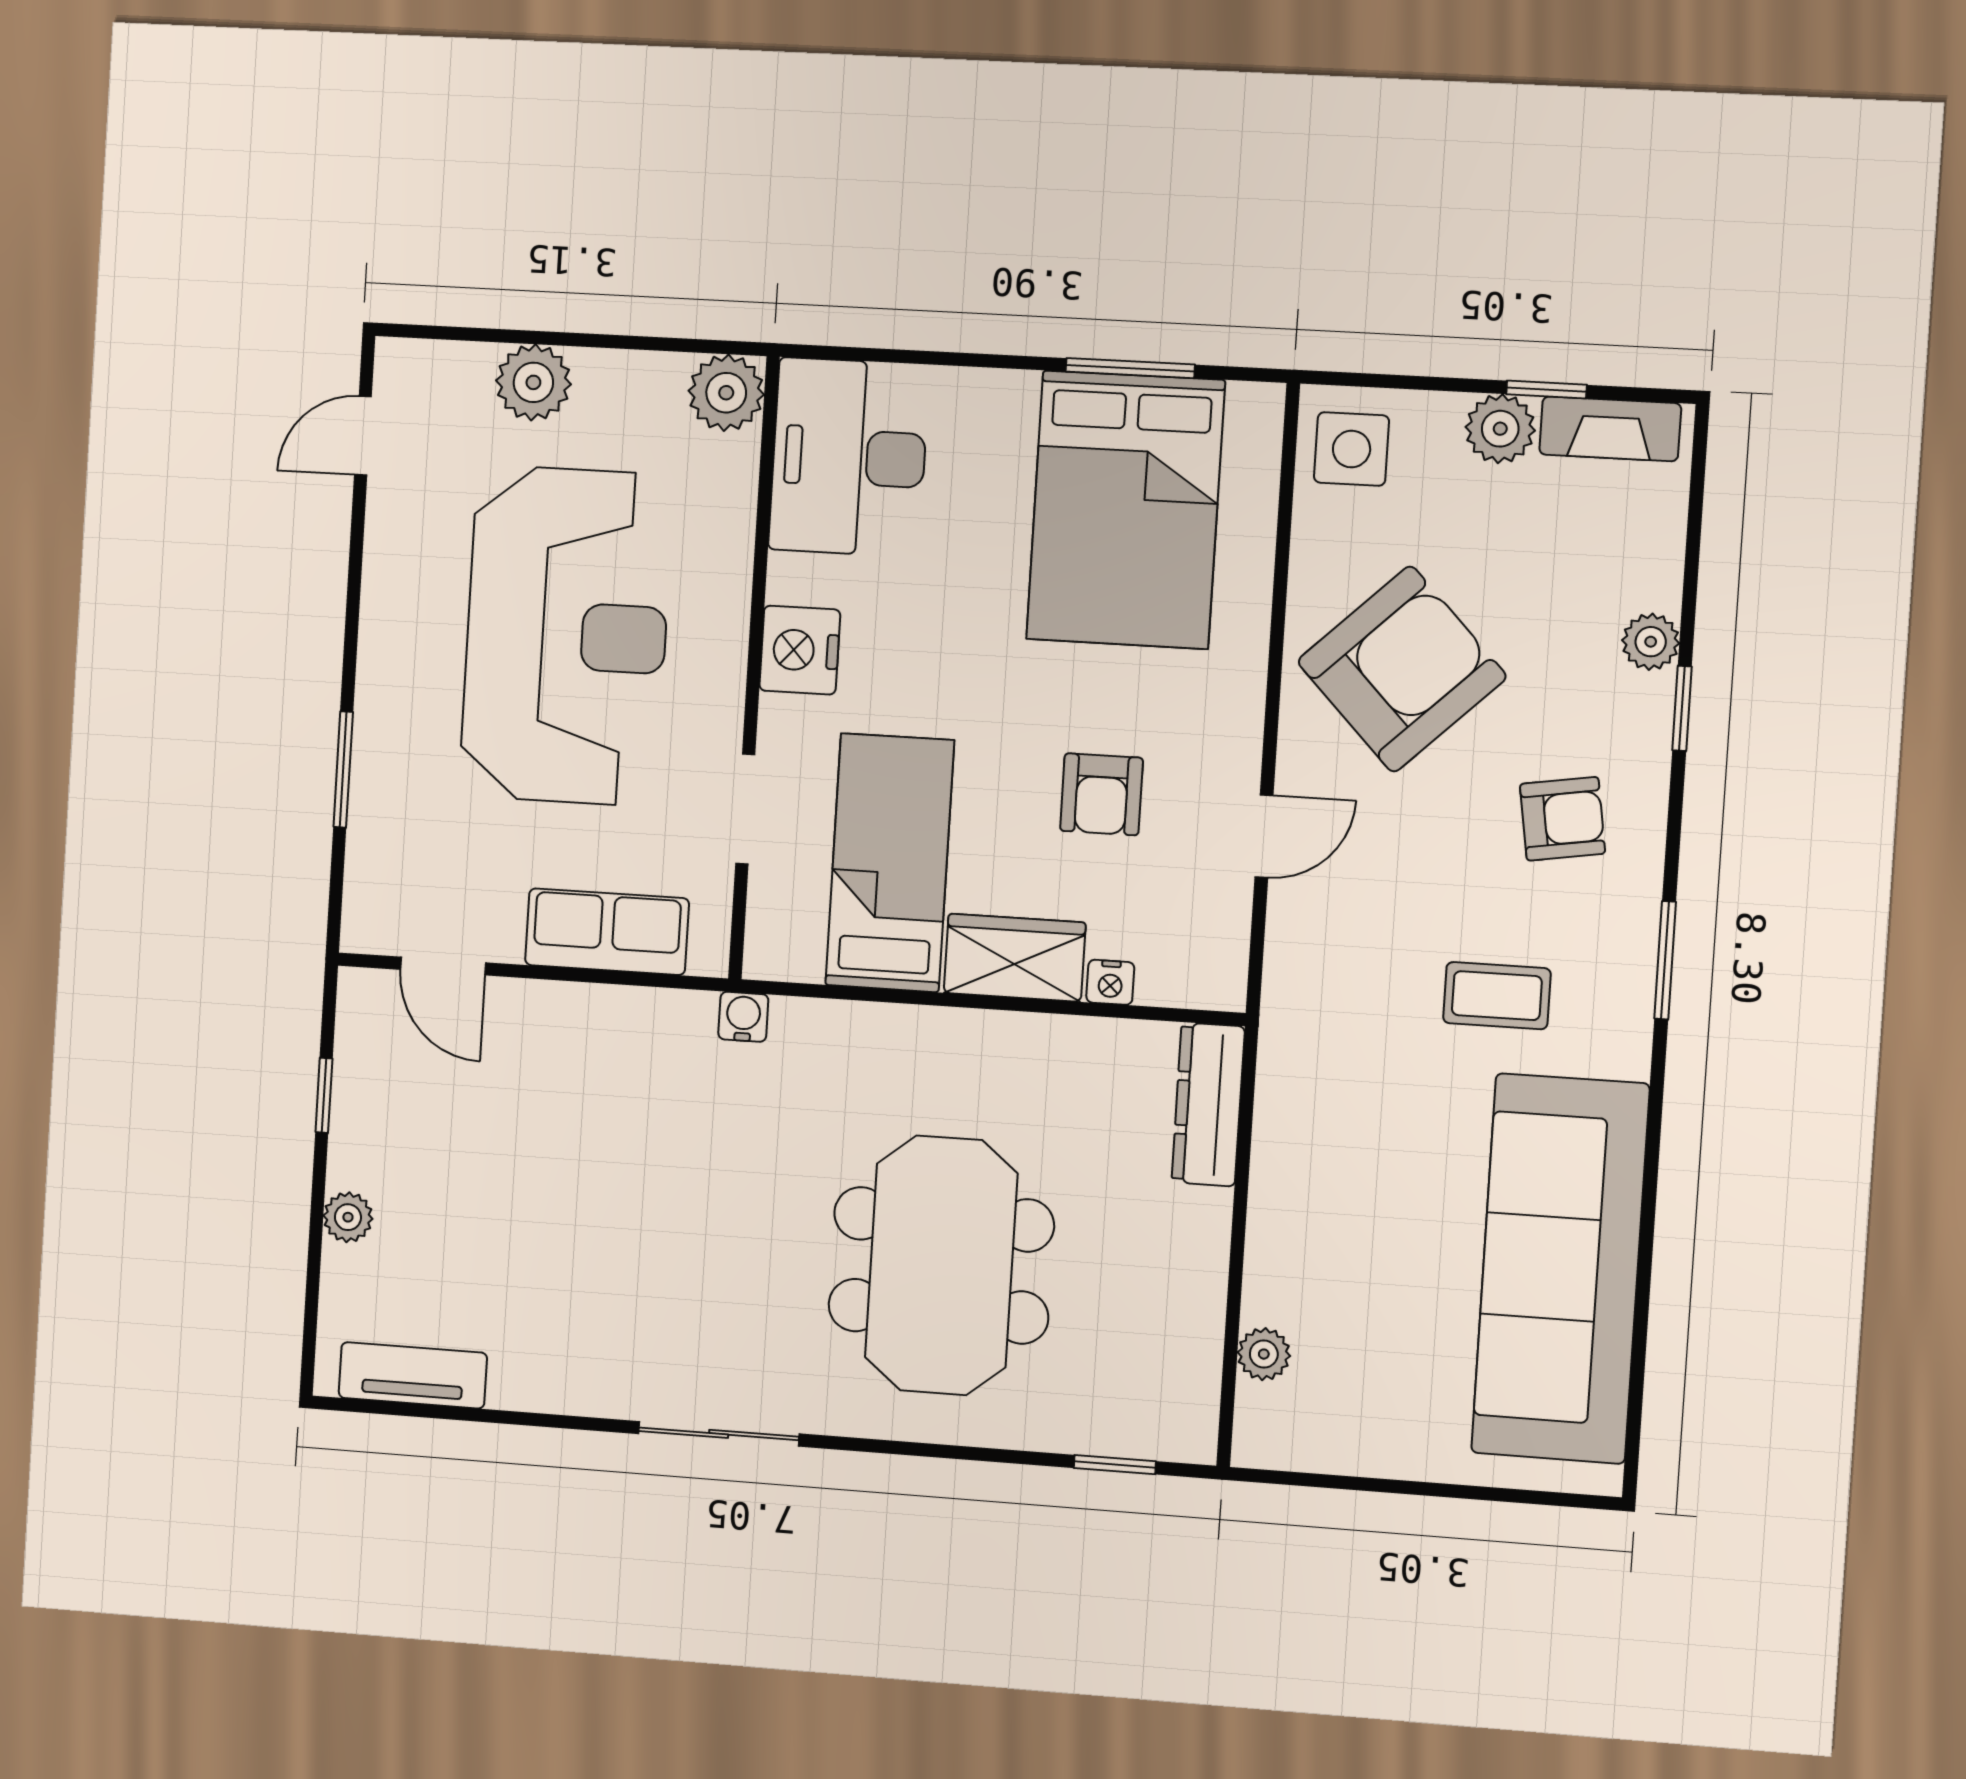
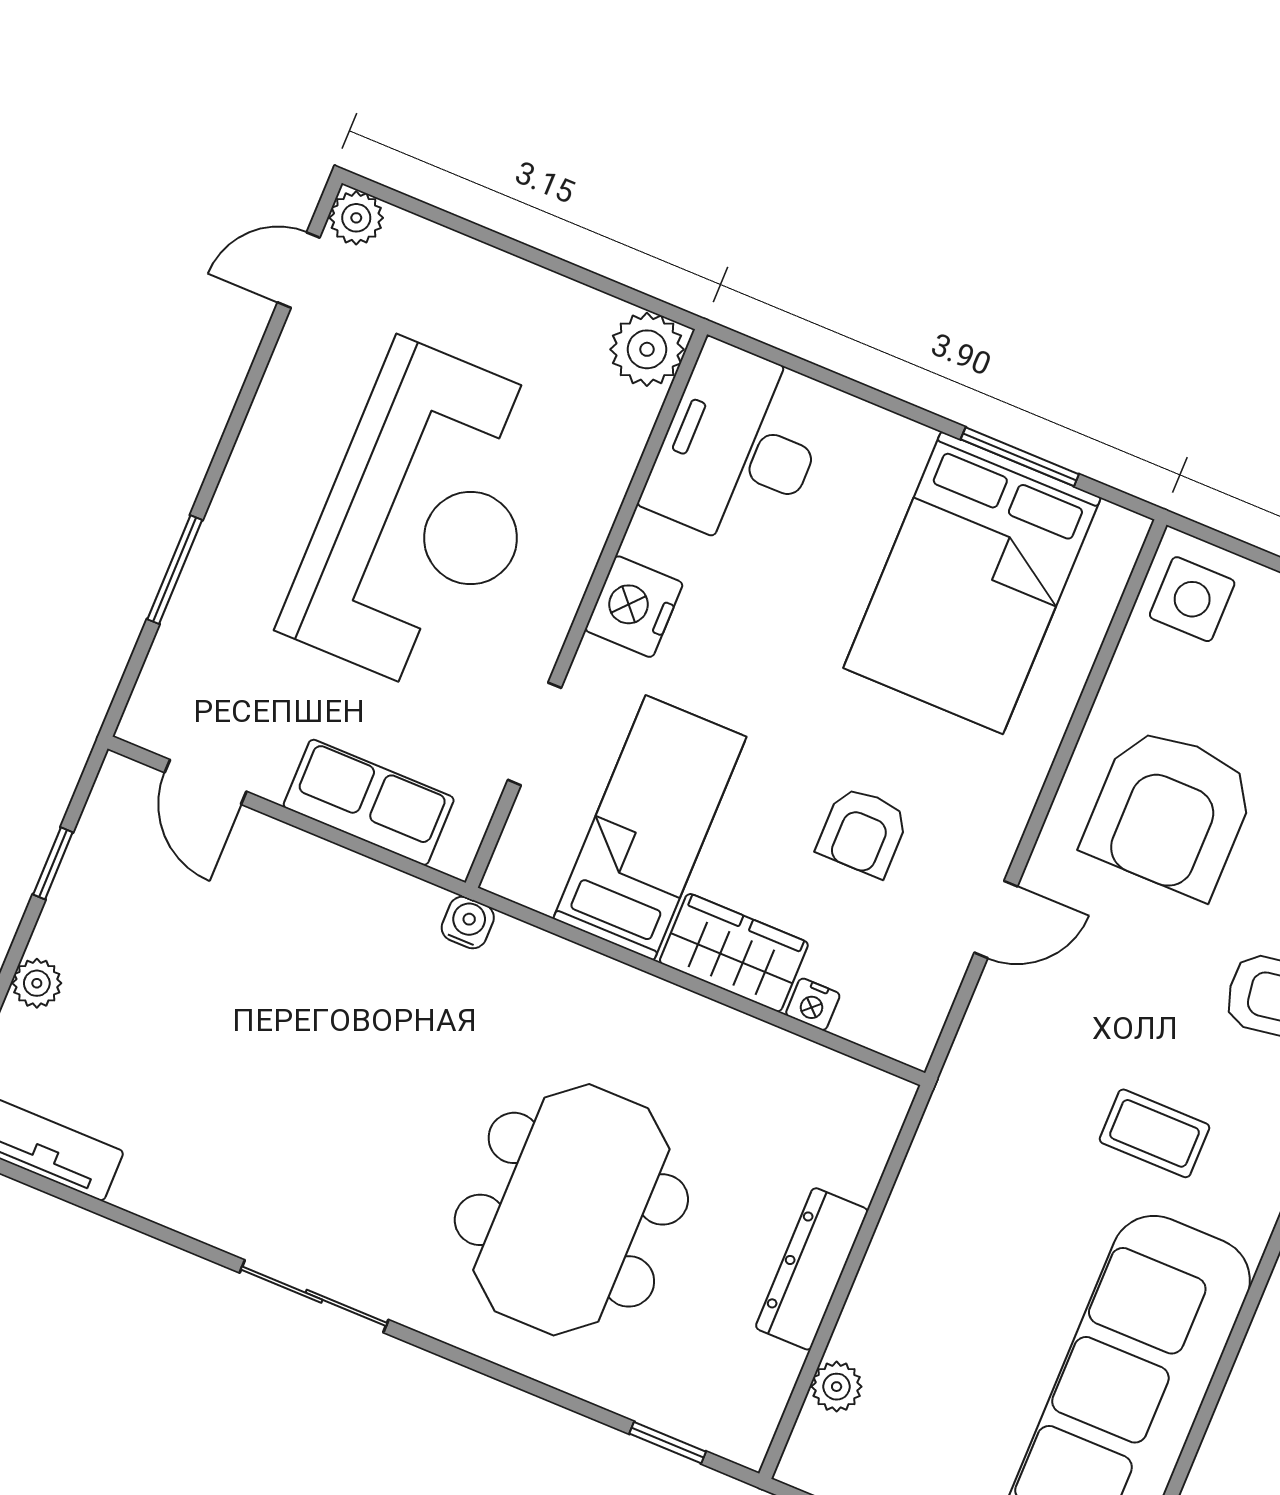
plant: (533, 382) -> (356, 218), moved, width x0.73, depth x0.73
armchair: (1402, 669) -> (1170, 812), turned 134
dresser: (1208, 1104) -> (812, 1269), moved

